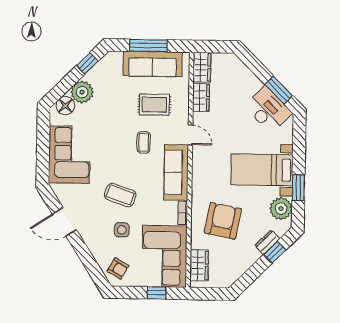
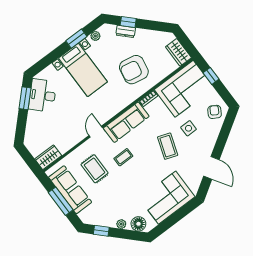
plant: (82, 92) -> (121, 224), width x0.53, depth x0.53
wardrobe: (201, 98) -> (68, 143), removed
plant: (281, 209) -> (95, 36), width x0.53, depth x0.53
wardrobe: (199, 265) -> (178, 52), moved, turned -90

